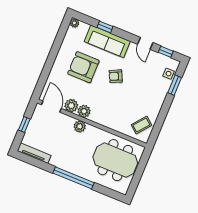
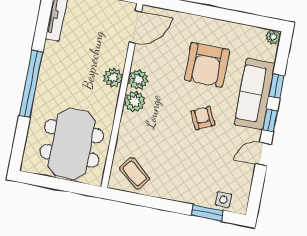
window: (166, 52) -> (270, 120), moved
armchair: (83, 67) -> (207, 65), turned 180
plant: (71, 106) -> (135, 101), moved

